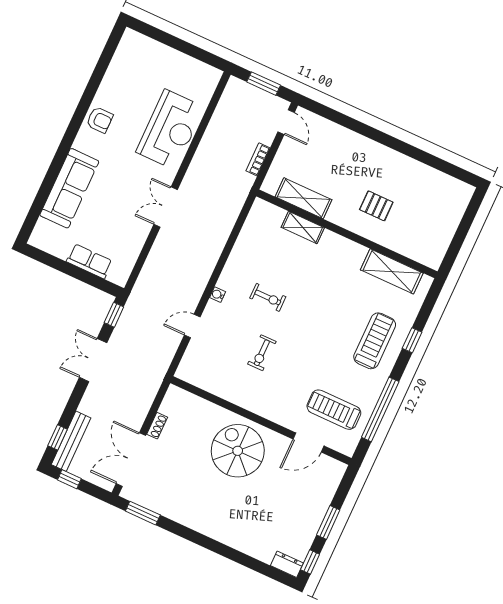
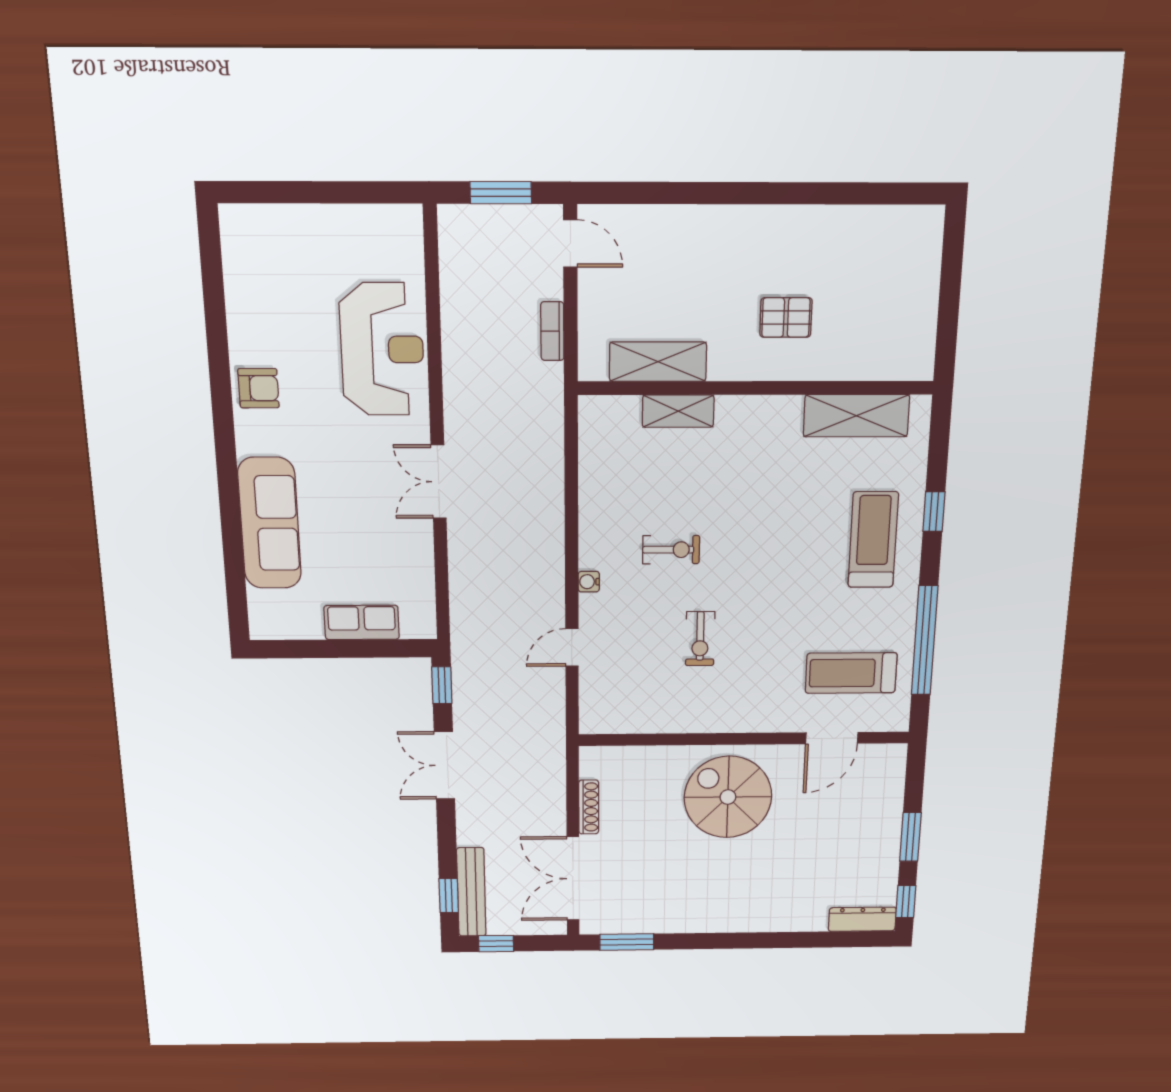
shoe rack: (157, 426) -> (589, 807), width x1.43
dresser: (287, 564) -> (862, 919), width x1.44

